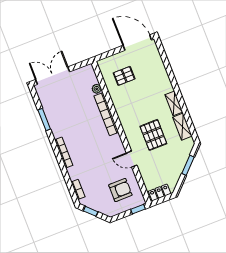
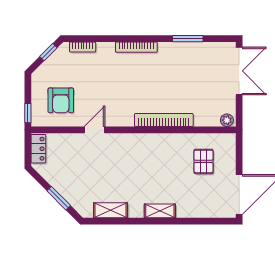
plant: (97, 89) -> (227, 120), moved
shelving: (174, 103) -> (160, 211), moved
pallet: (153, 135) -> (114, 169), removed

